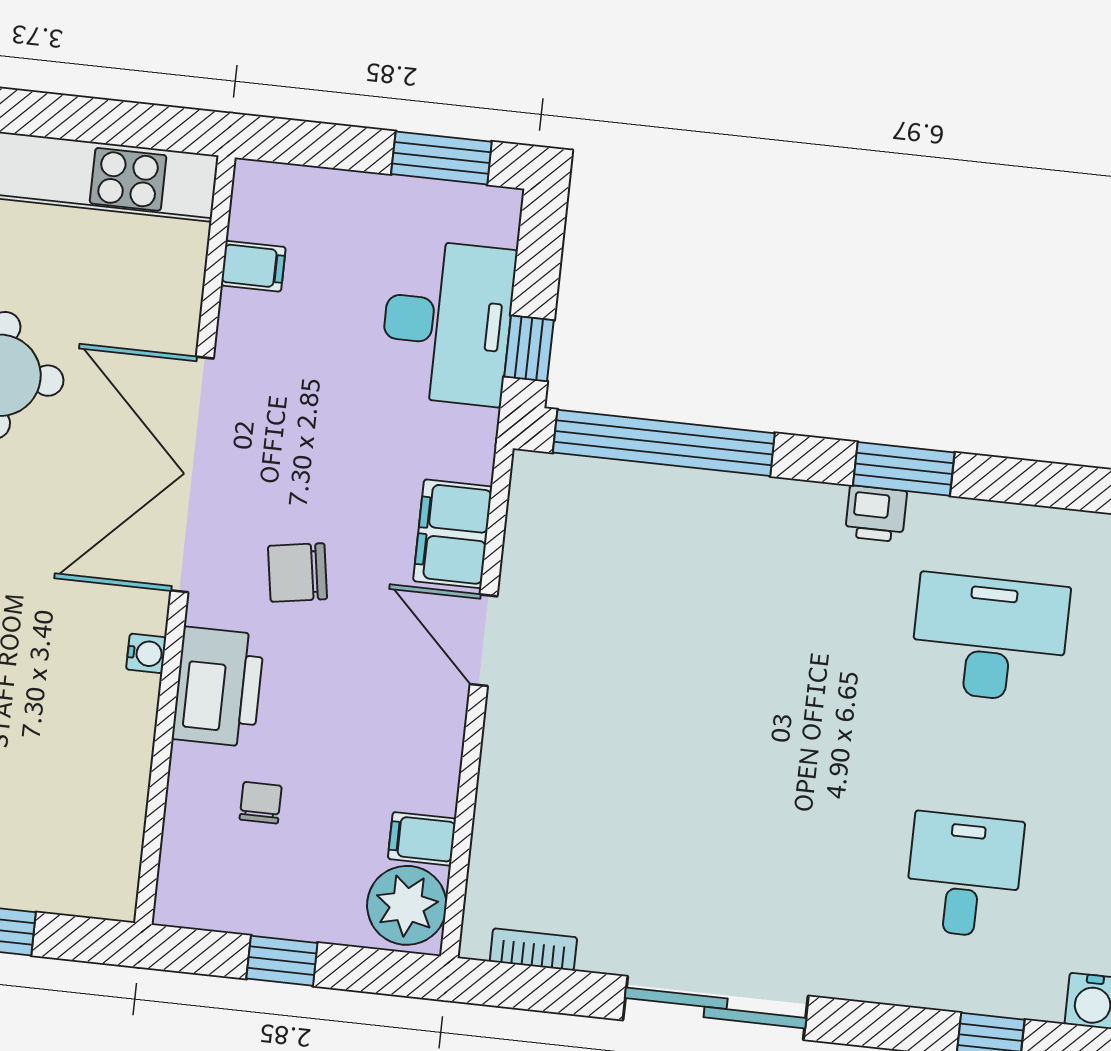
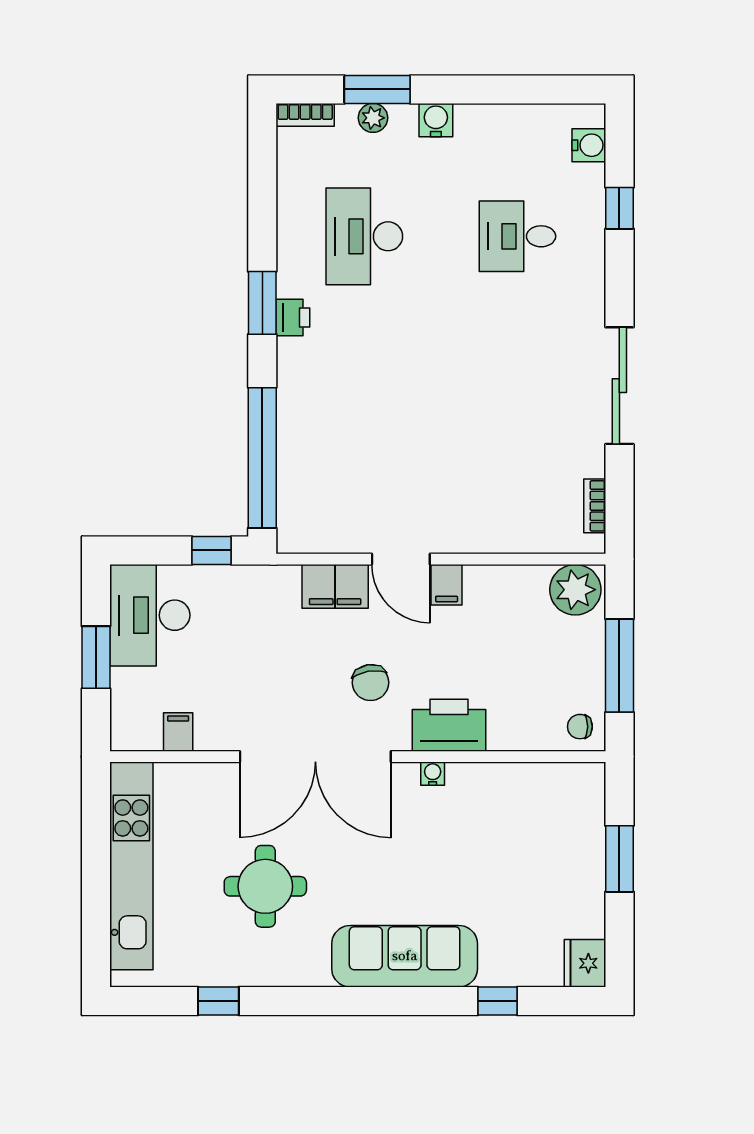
window: (441, 158) -> (96, 657), moved
desk: (447, 322) -> (150, 615), moved, turned -90
door: (484, 640) -> (401, 559), hinge flipped
chair: (261, 803) -> (580, 727), moved
filing cabinet: (422, 839) -> (447, 585), moved
window: (282, 961) -> (619, 666), width x2.17

